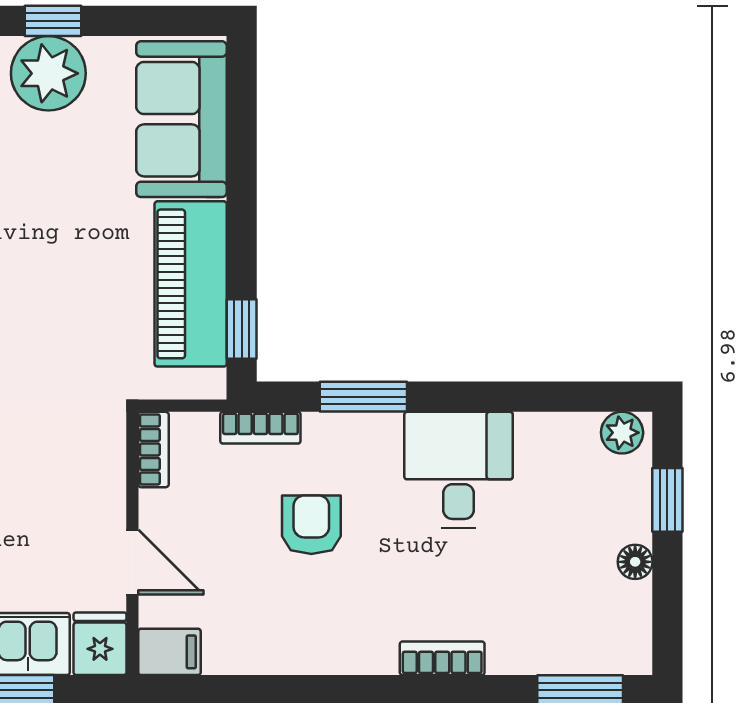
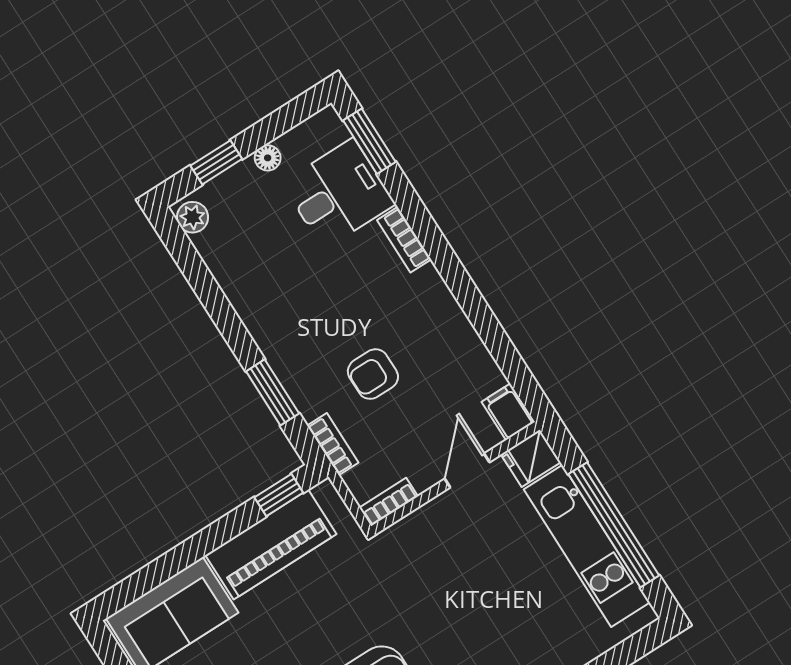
desk: (459, 470) -> (339, 194), moved, turned 180

